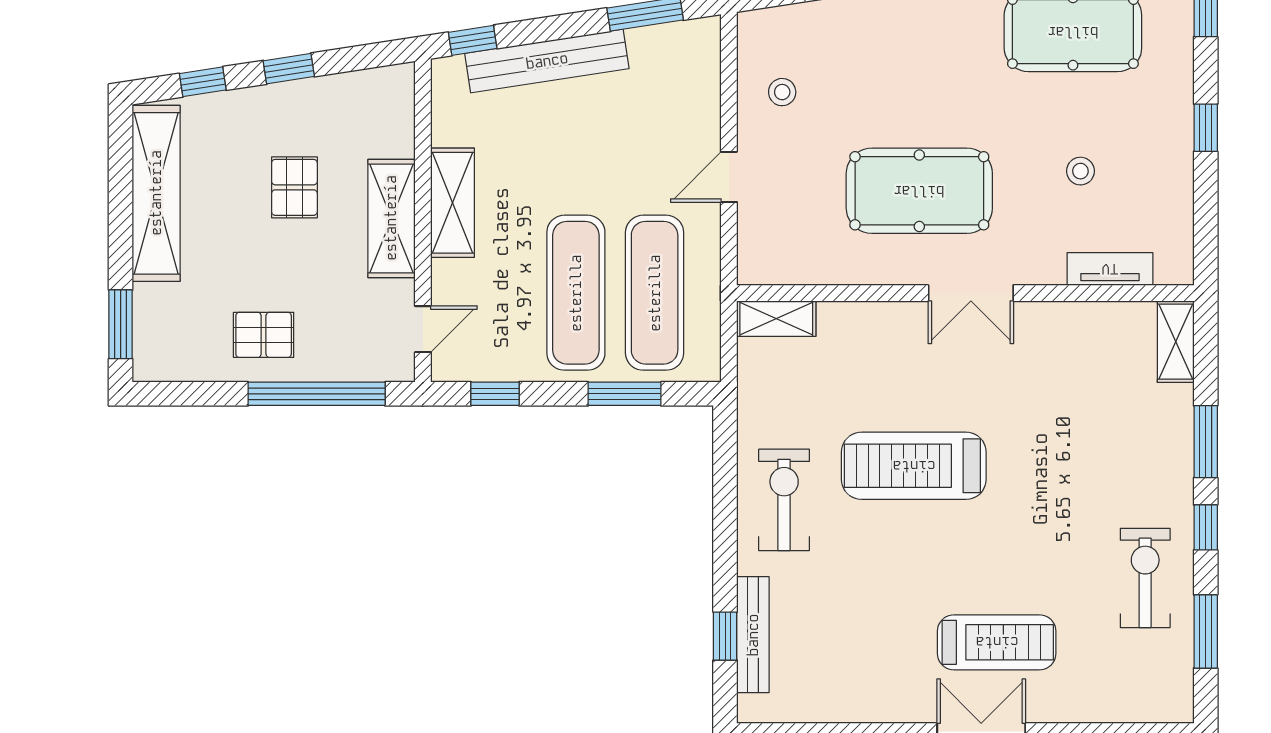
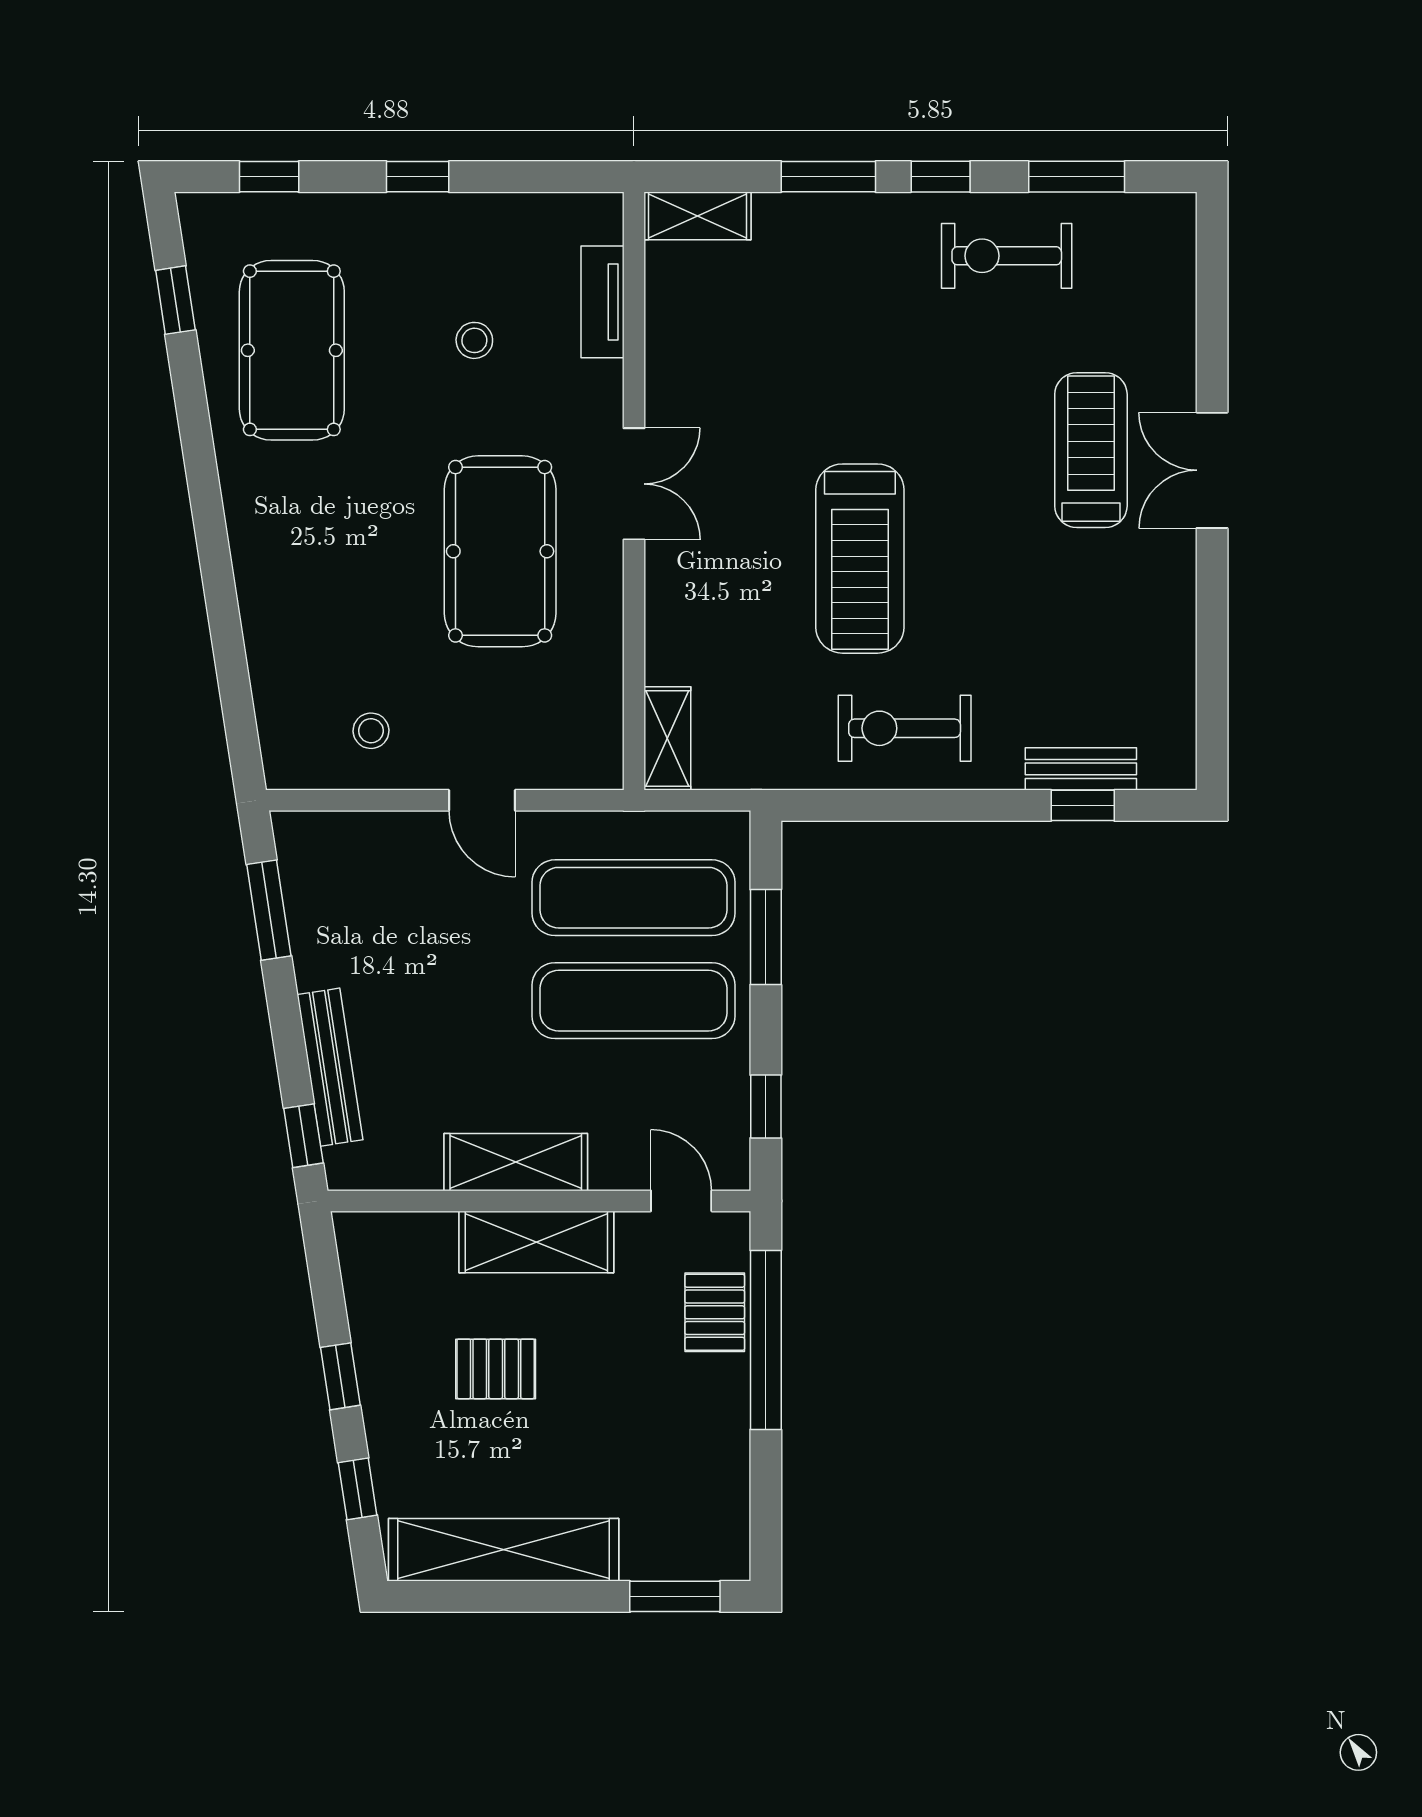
bench: (547, 61) -> (330, 1067), width x0.73, depth x0.82
pallet: (264, 335) -> (715, 1312), moved
bench: (753, 635) -> (1081, 769), width x0.73

